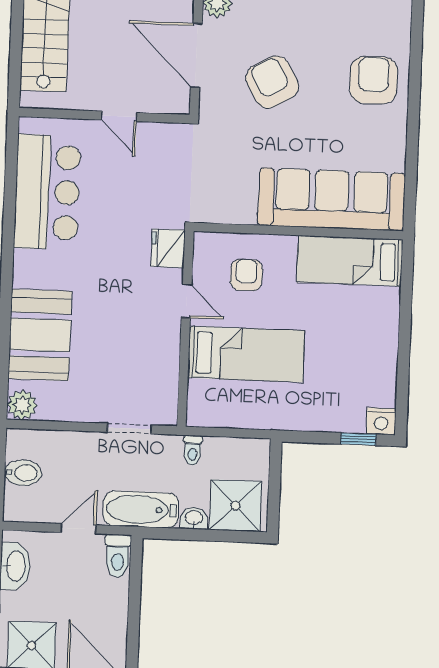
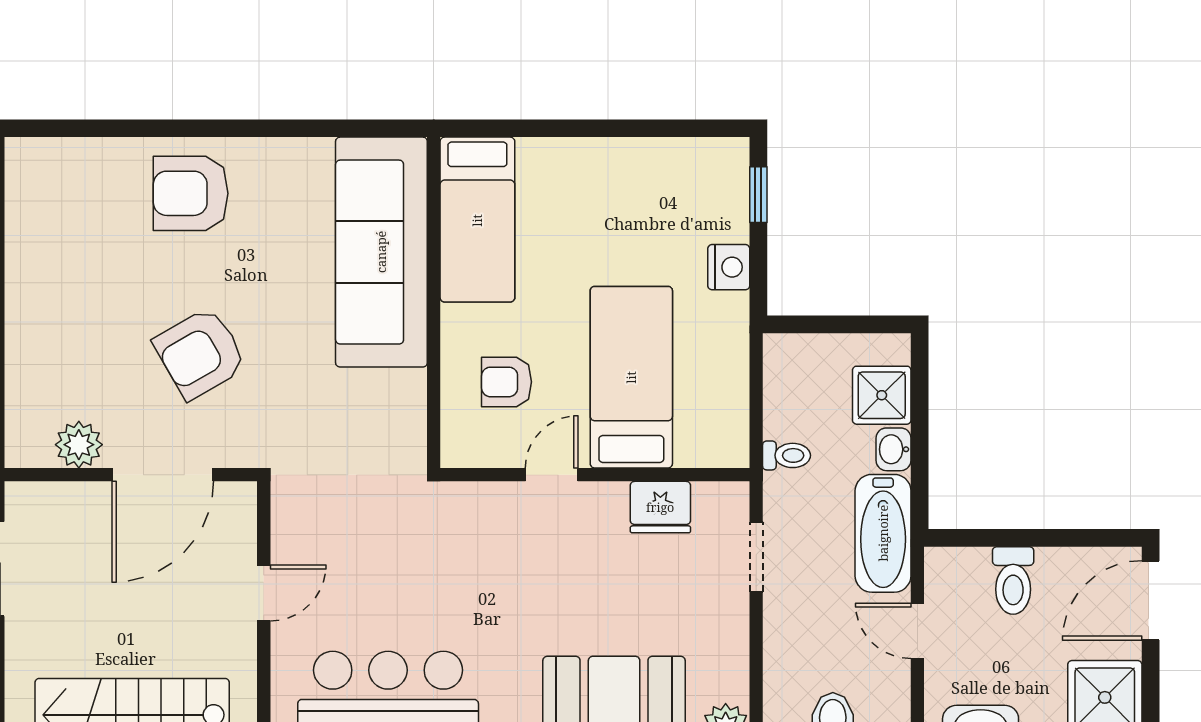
fridge: (168, 248) -> (660, 507), moved
nightstand: (381, 421) -> (729, 267), moved
shower: (235, 506) -> (882, 395), width x0.73, depth x0.73
toilet: (118, 556) -> (1013, 580), moved, turned 90

